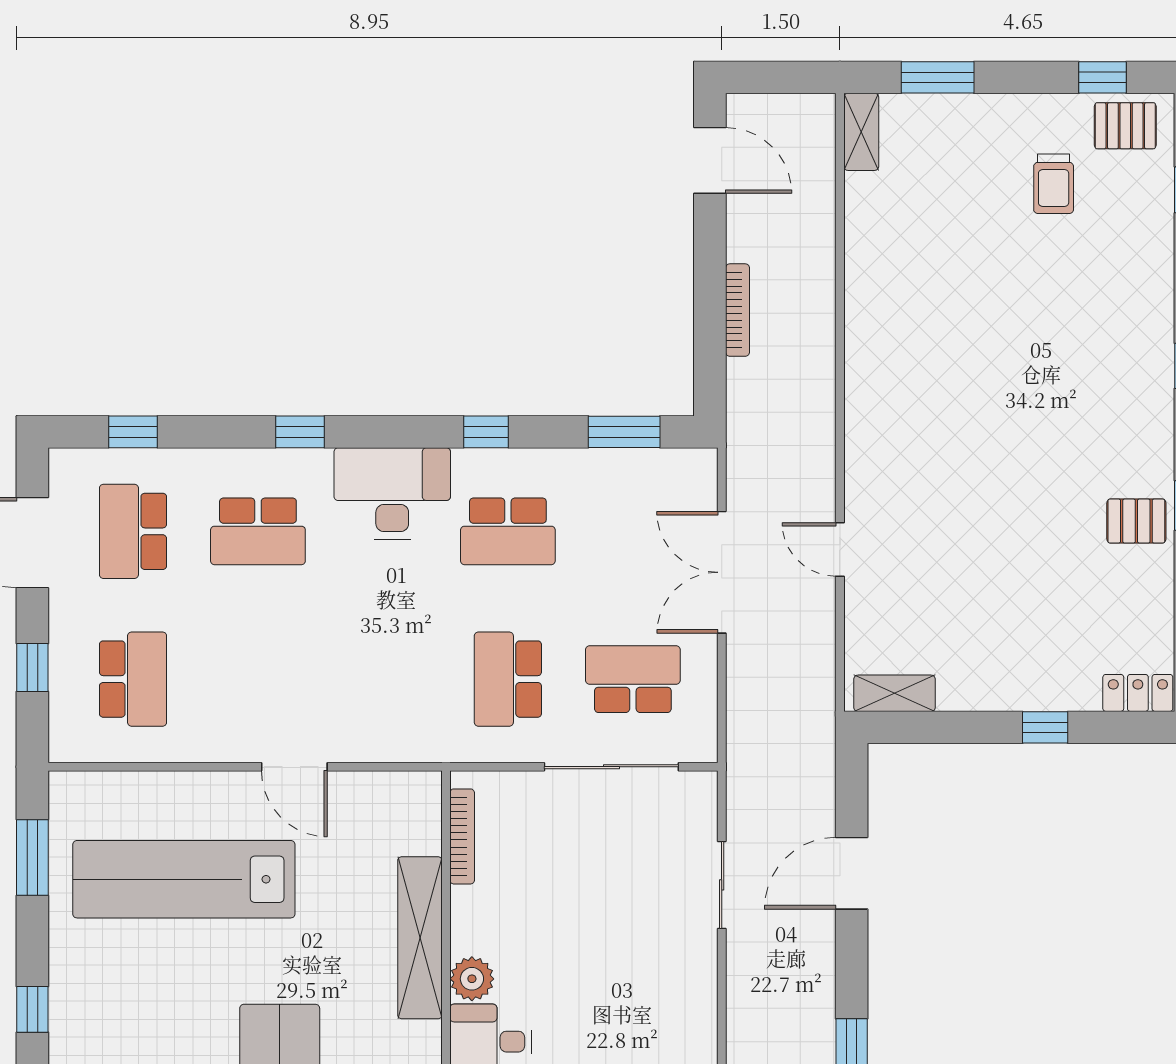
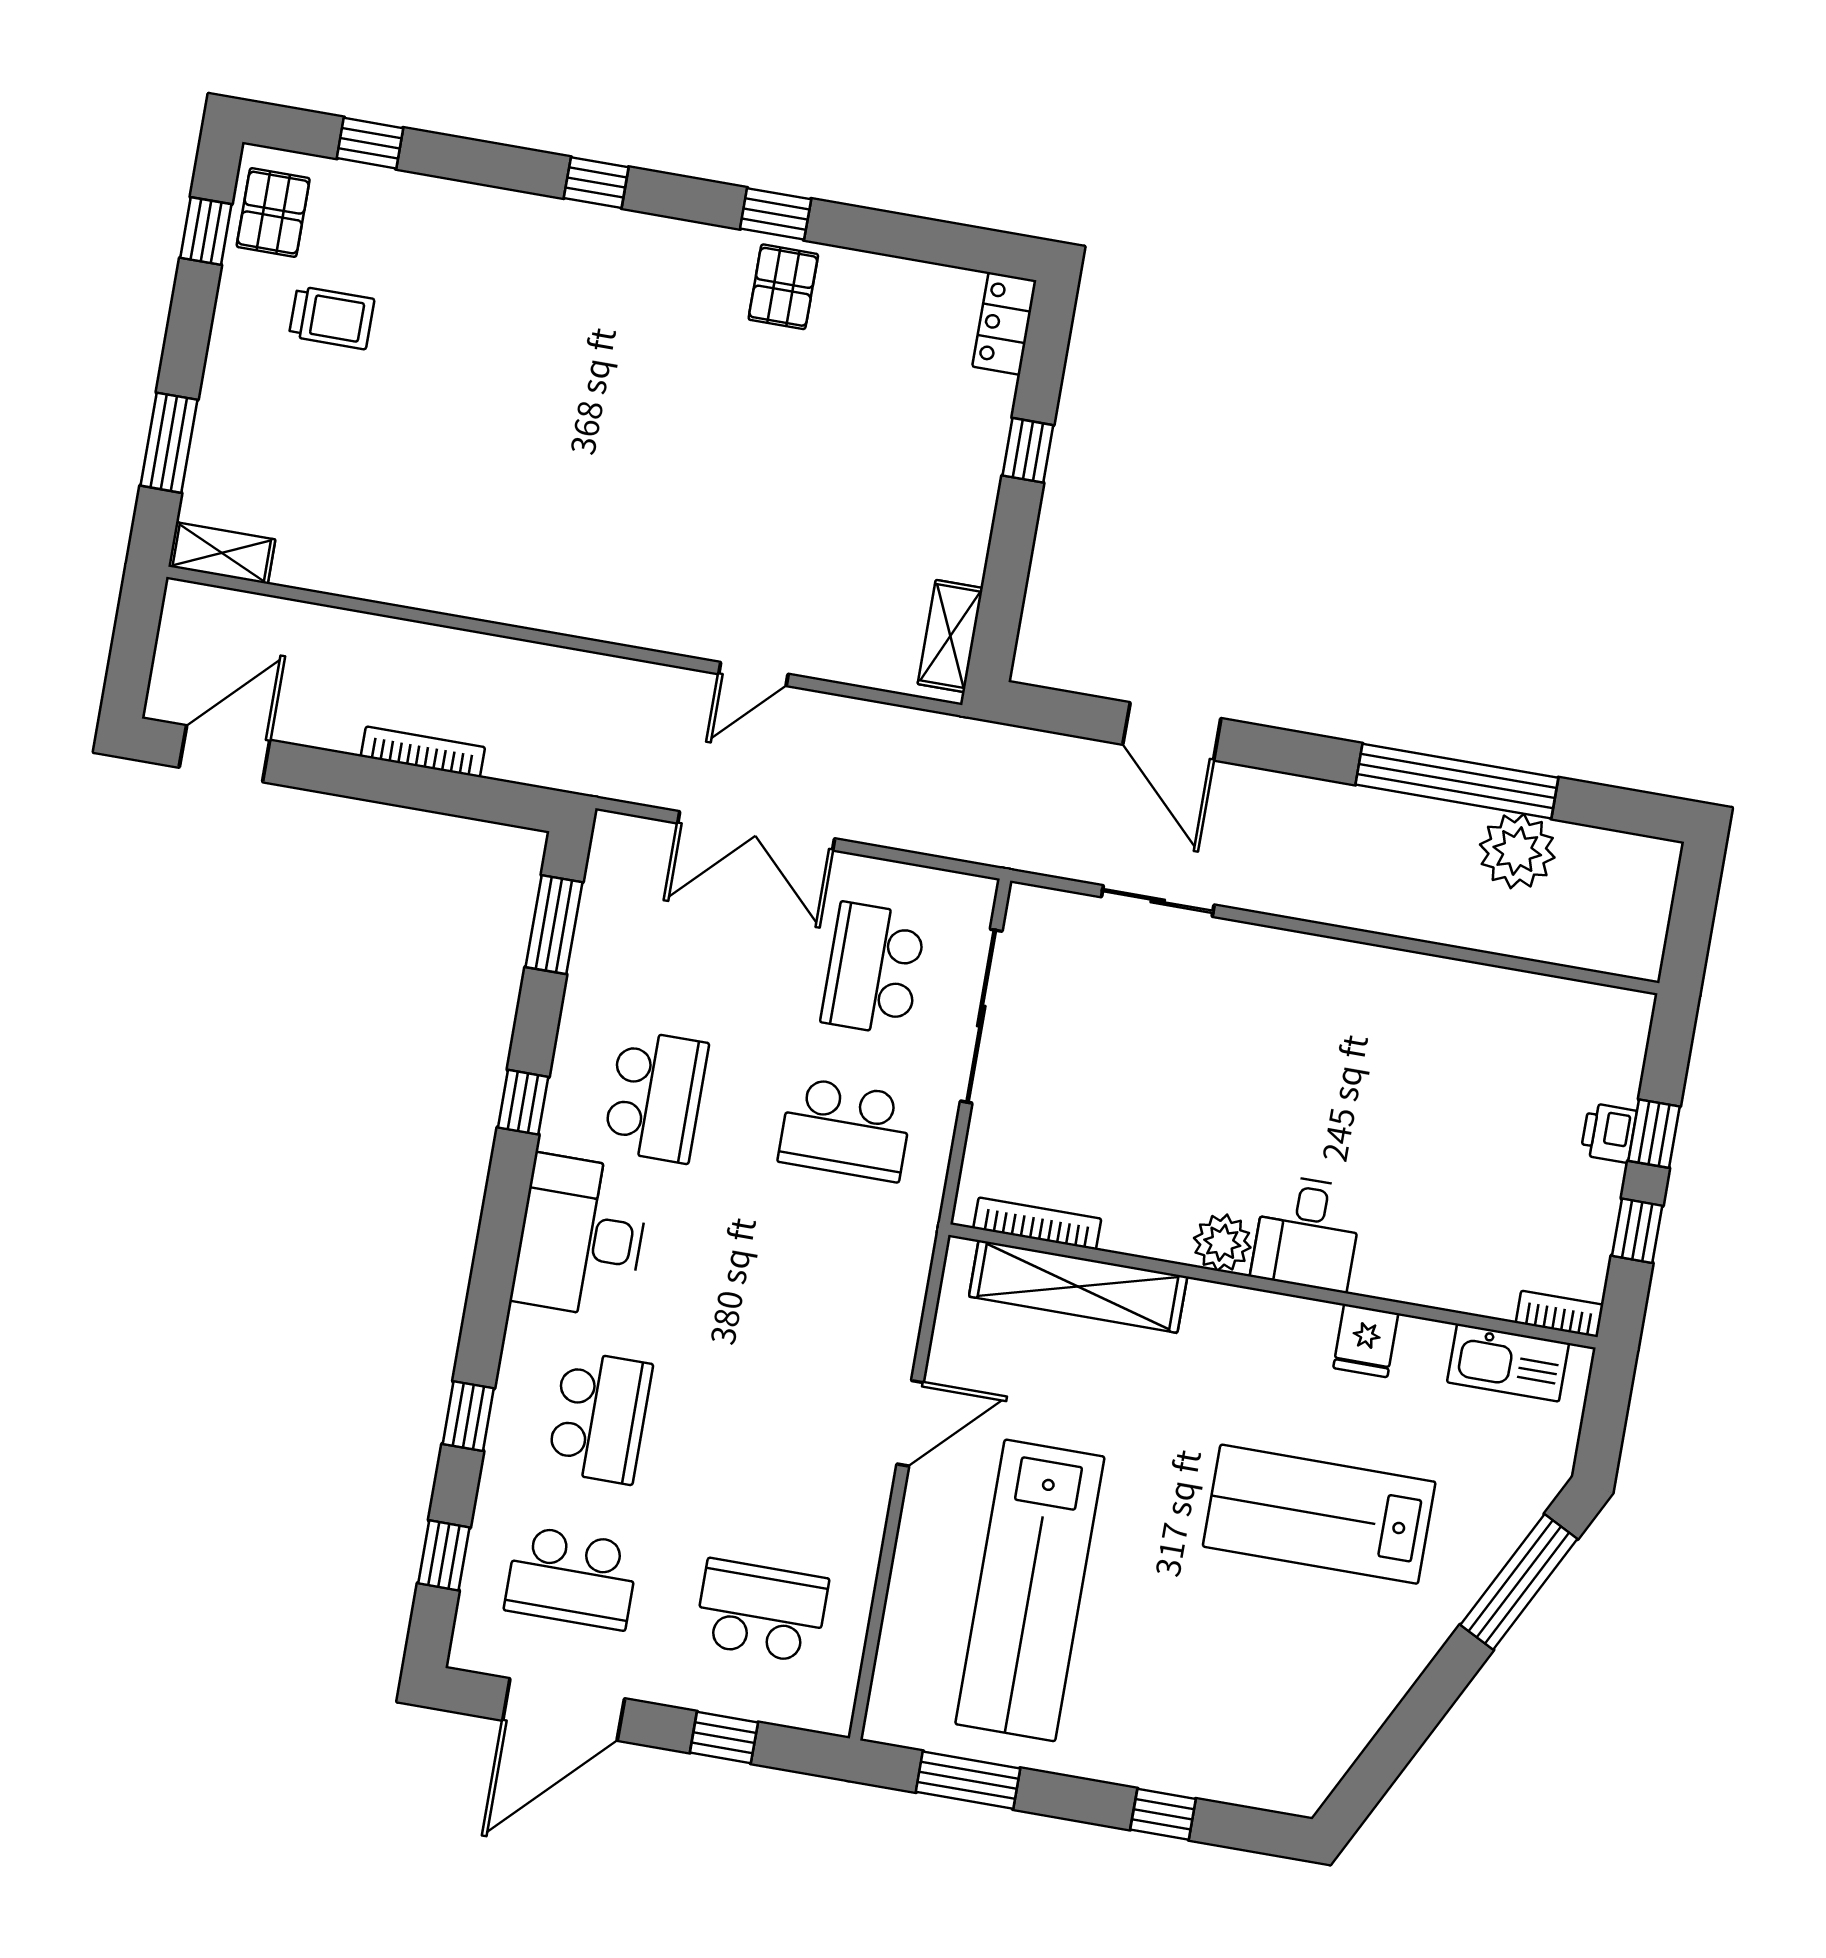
window: (300, 432) -> (468, 1416), moved
shelving: (420, 938) -> (1078, 1286), moved

